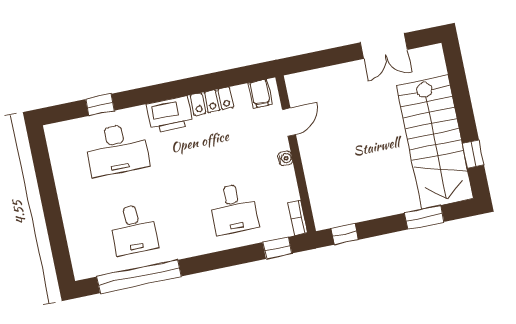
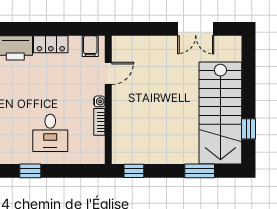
bookcase: (298, 218) -> (99, 122), moved
window: (277, 248) -> (30, 171), moved

